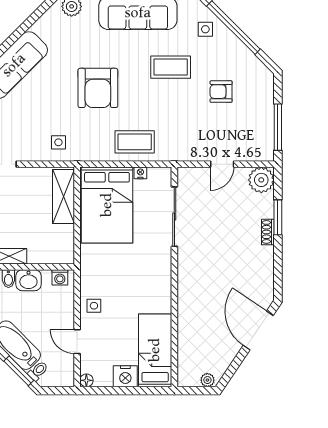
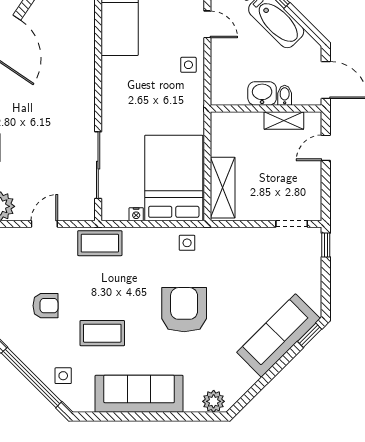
side table: (58, 142) -> (187, 243), moved
coffee table: (135, 142) -> (100, 243), moved
washing machine: (60, 277) -> (227, 97), removed

